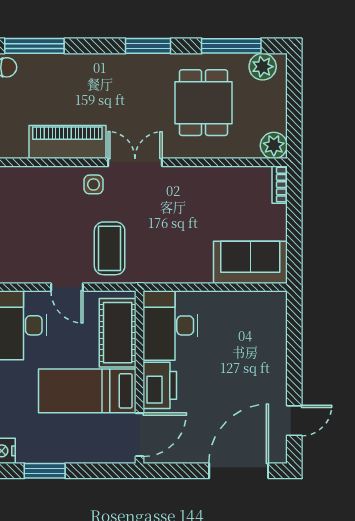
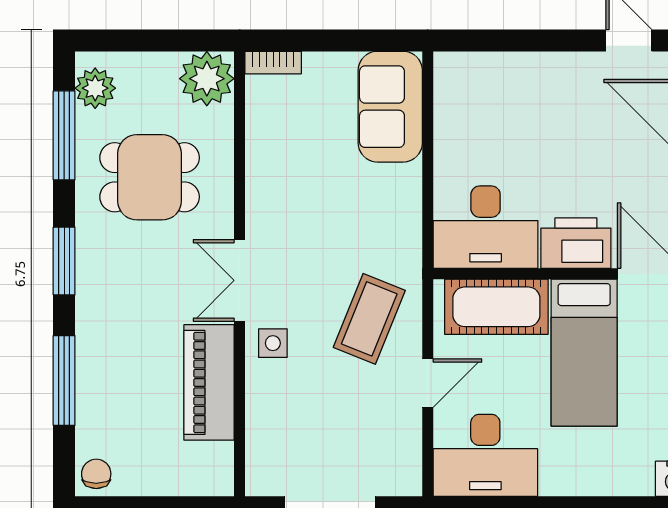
window: (34, 46) -> (64, 380), moved
plant: (274, 145) -> (207, 79), width x1.36, depth x1.36
coffee table: (110, 248) -> (369, 319), turned -68

